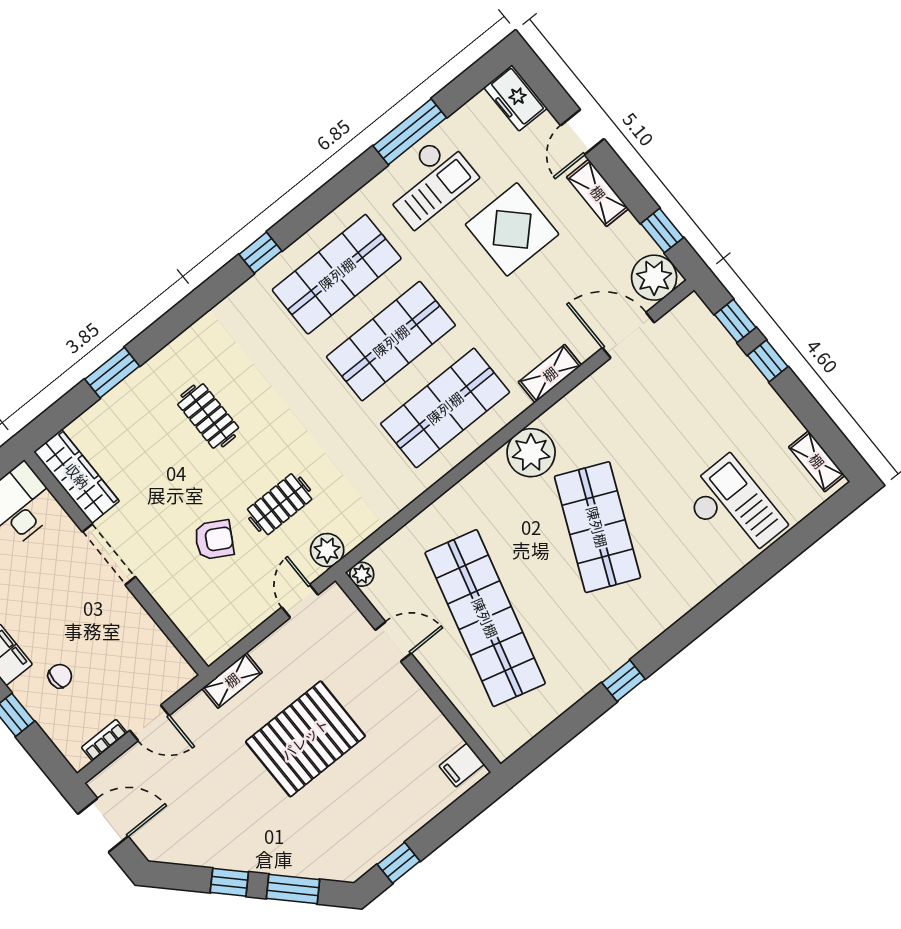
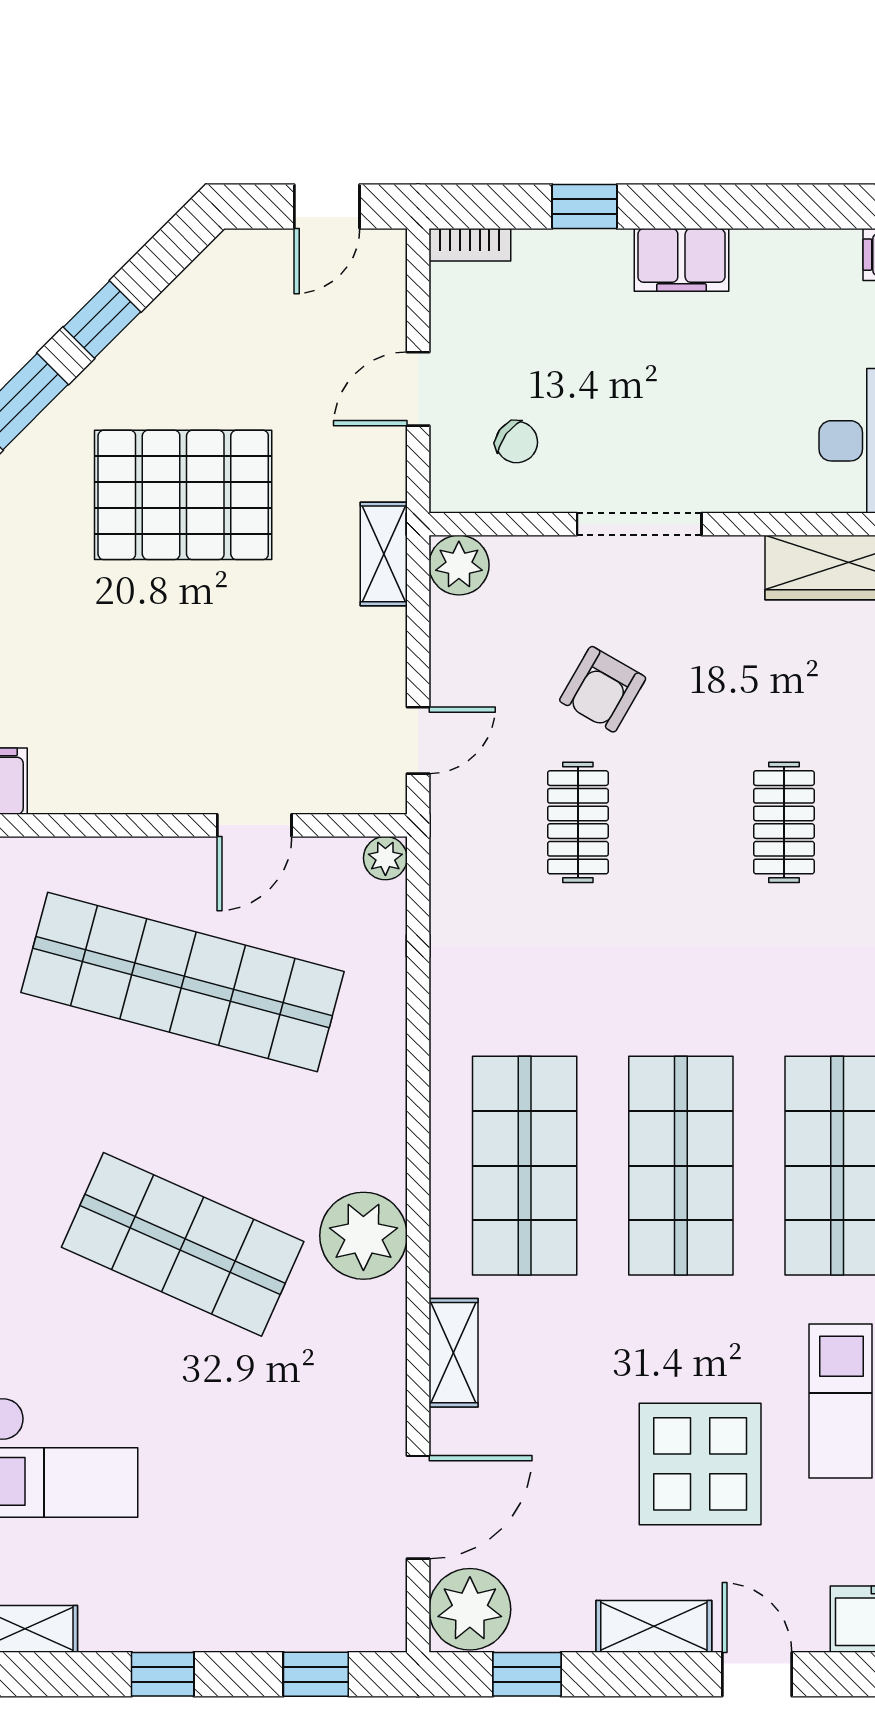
window: (768, 361) -> (163, 1674), moved
clothes rail: (208, 416) -> (784, 822), turned 90
plant: (327, 550) -> (459, 565), moved
doorway: (109, 554) -> (639, 524), moved
door: (300, 601) -> (418, 740), hinge flipped
chair: (60, 676) -> (517, 442), moved, turned -53
pallet: (305, 739) -> (183, 495), moved, turned 90
bookcase: (104, 740) -> (470, 245), moved, turned 90
door: (103, 825) -> (327, 207), width x0.73

